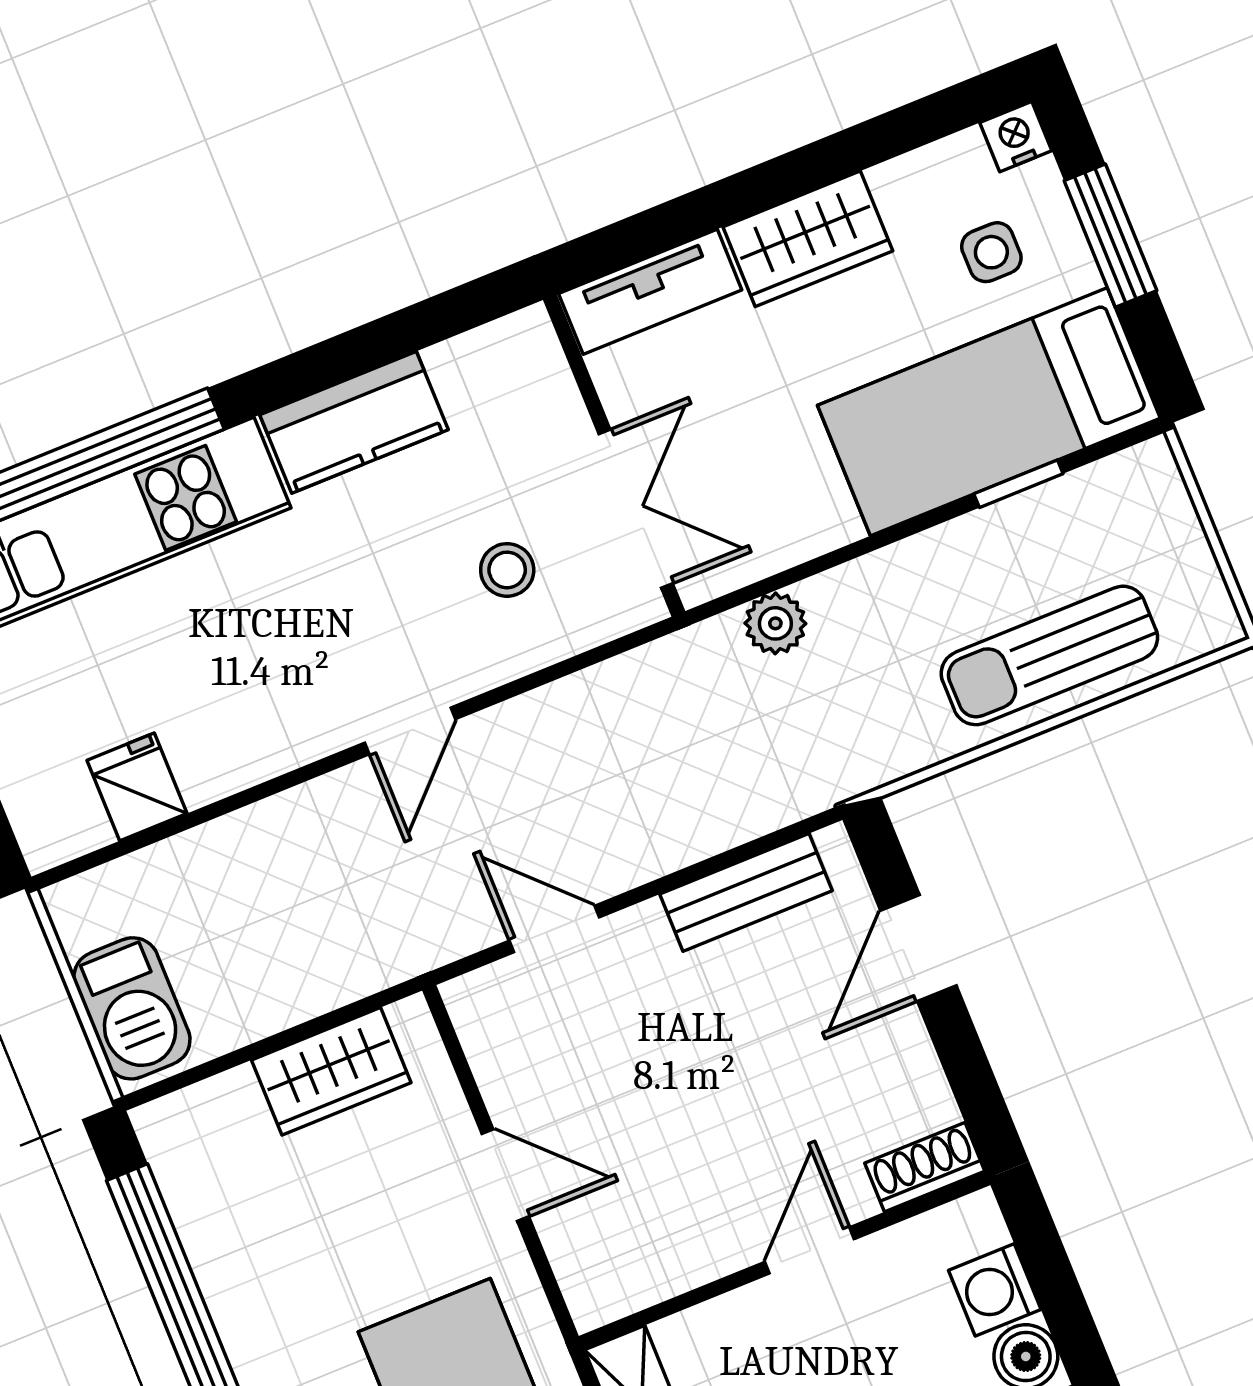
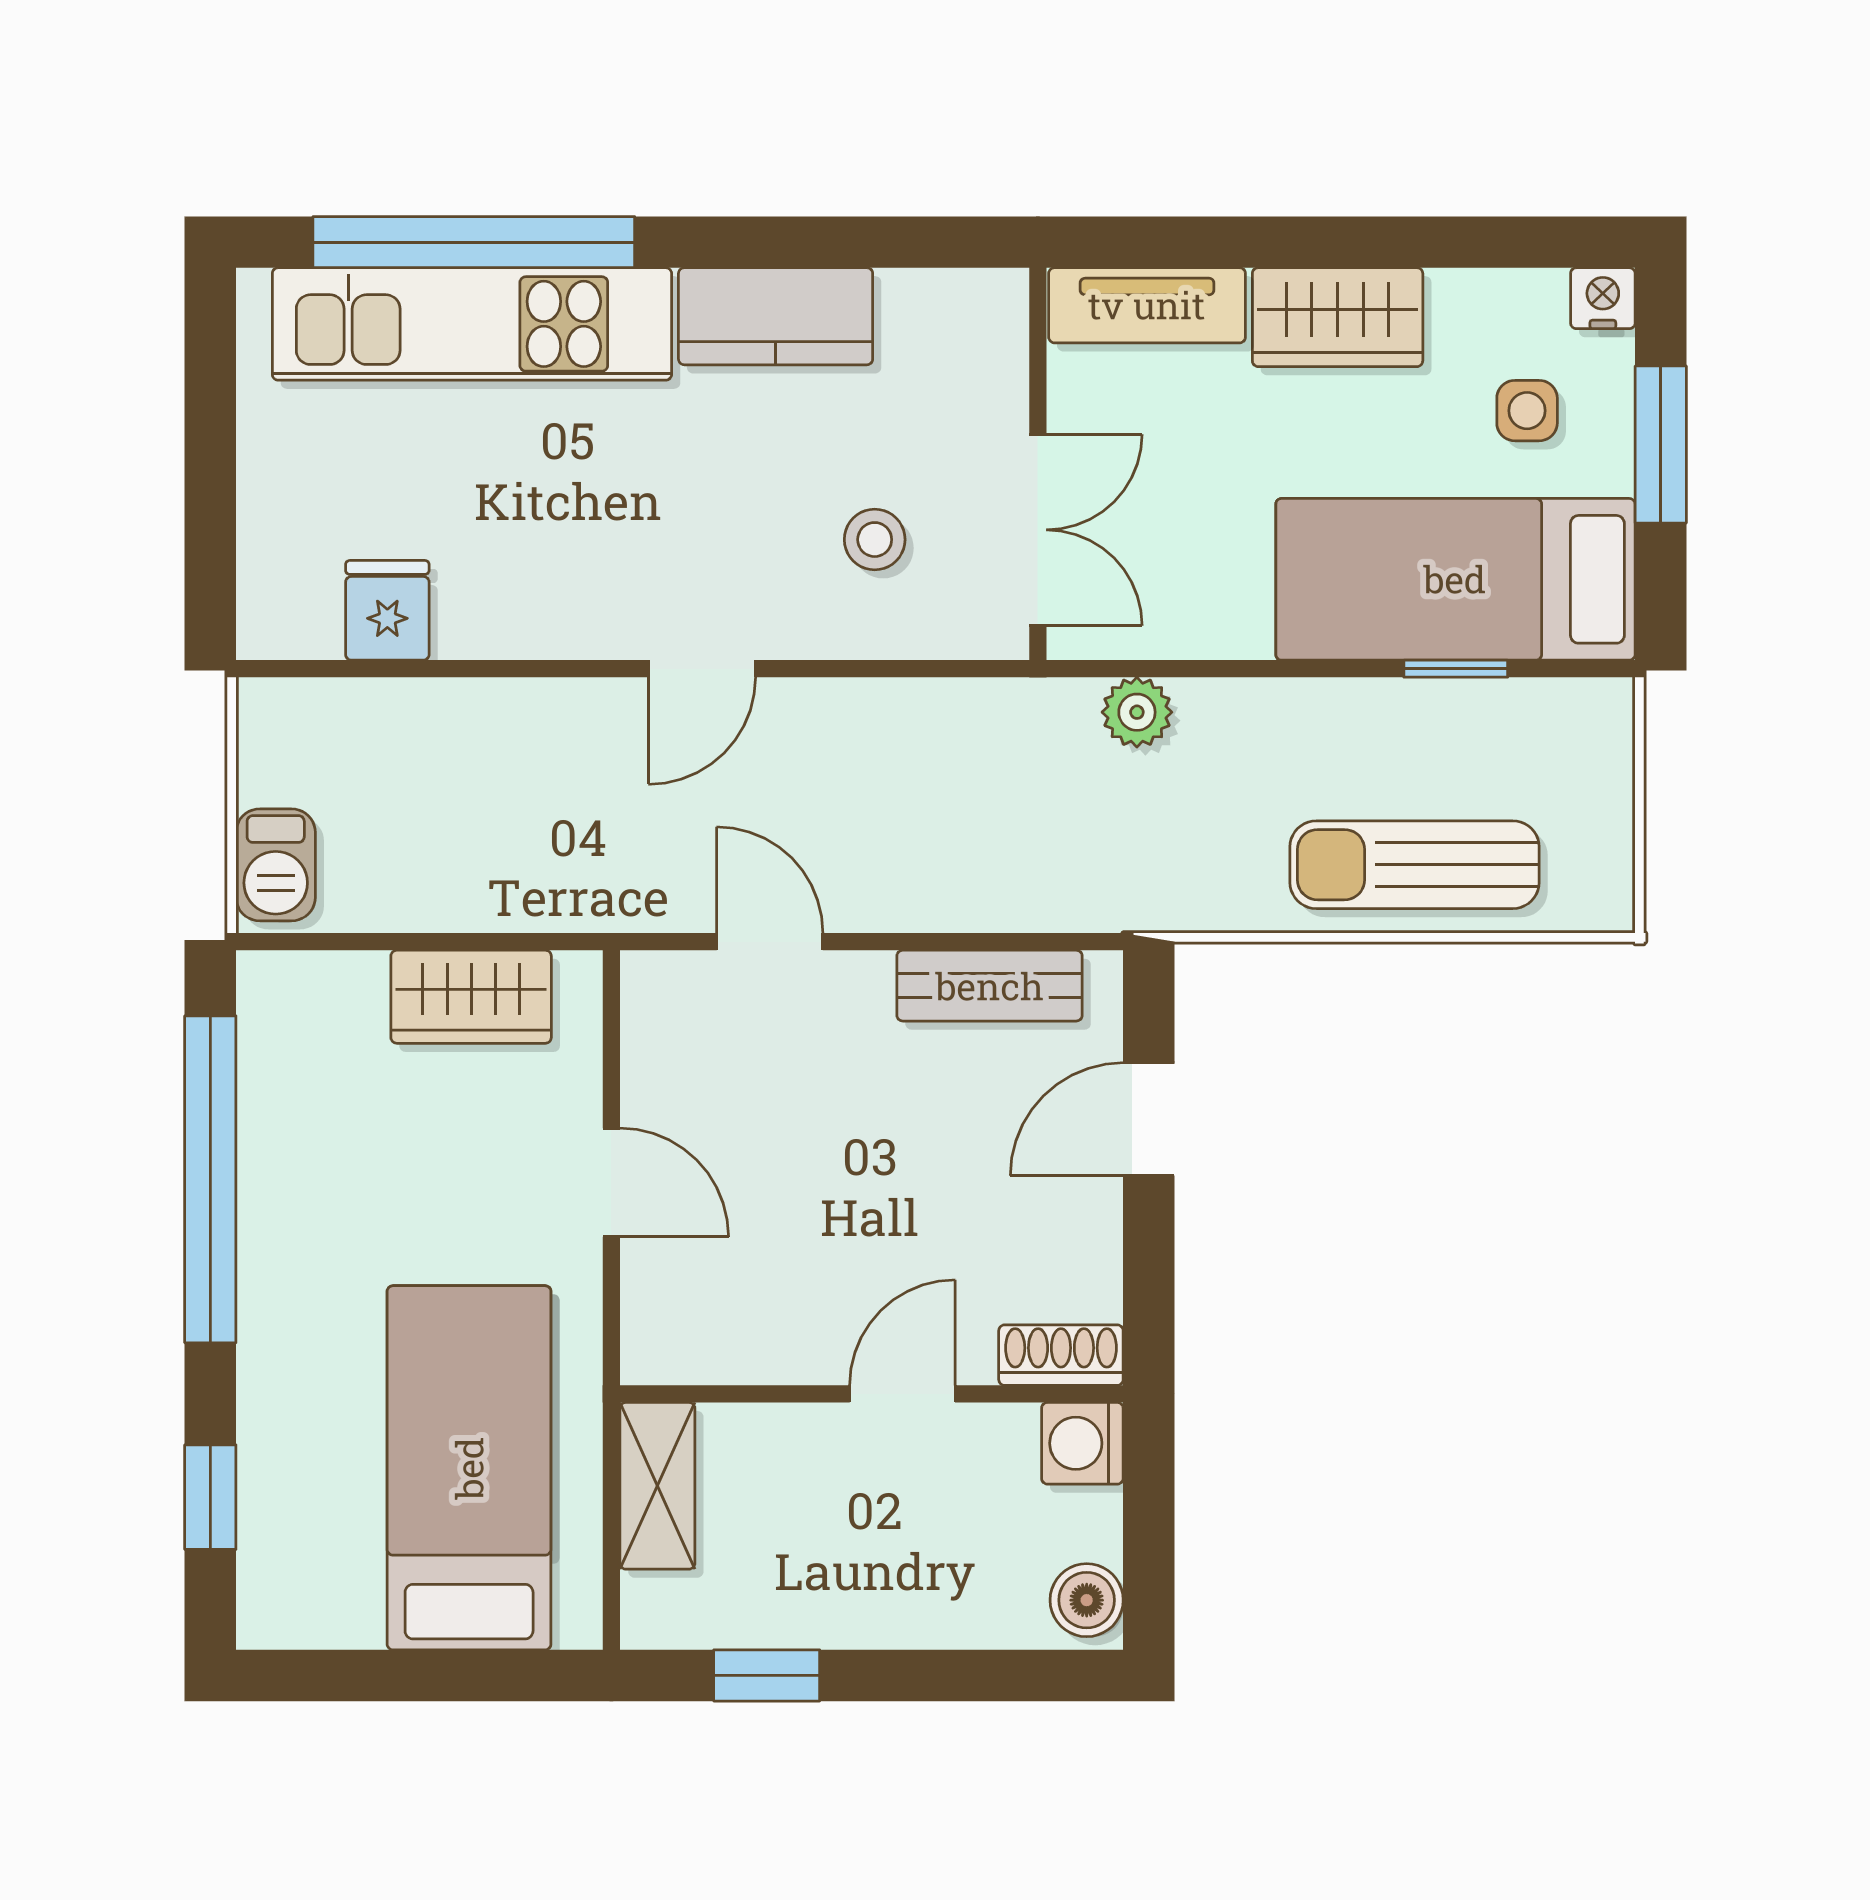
barbecue: (132, 1008) -> (276, 865), width x0.73, depth x0.79
washing machine: (995, 1290) -> (1082, 1443), moved

